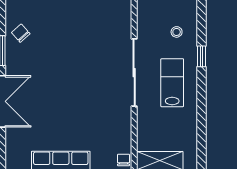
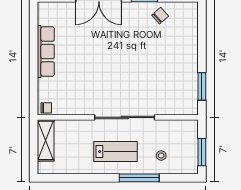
window: (202, 56) -> (139, 178), width x2.17

